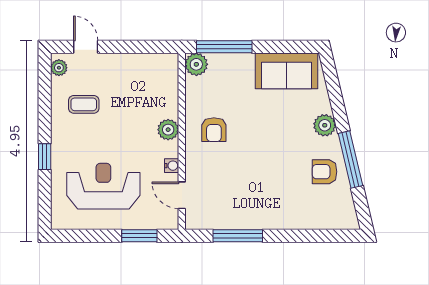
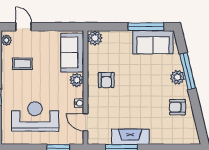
window: (224, 47) -> (146, 27), moved
sofa: (161, 87) -> (72, 53), added
window: (350, 159) -> (187, 71), moved
fireplace: (251, 218) -> (130, 137), added

